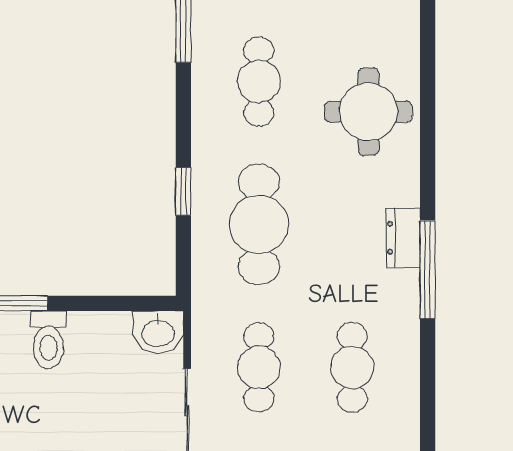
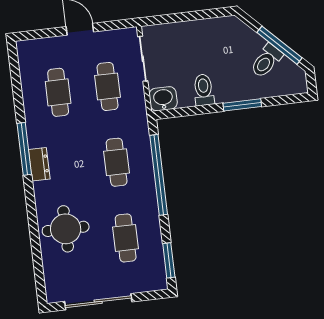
window: (183, 192) -> (159, 175), width x3.17
cafe table: (259, 224) -> (117, 162), width x0.73, depth x0.74
toilet: (48, 340) -> (204, 90), moved

